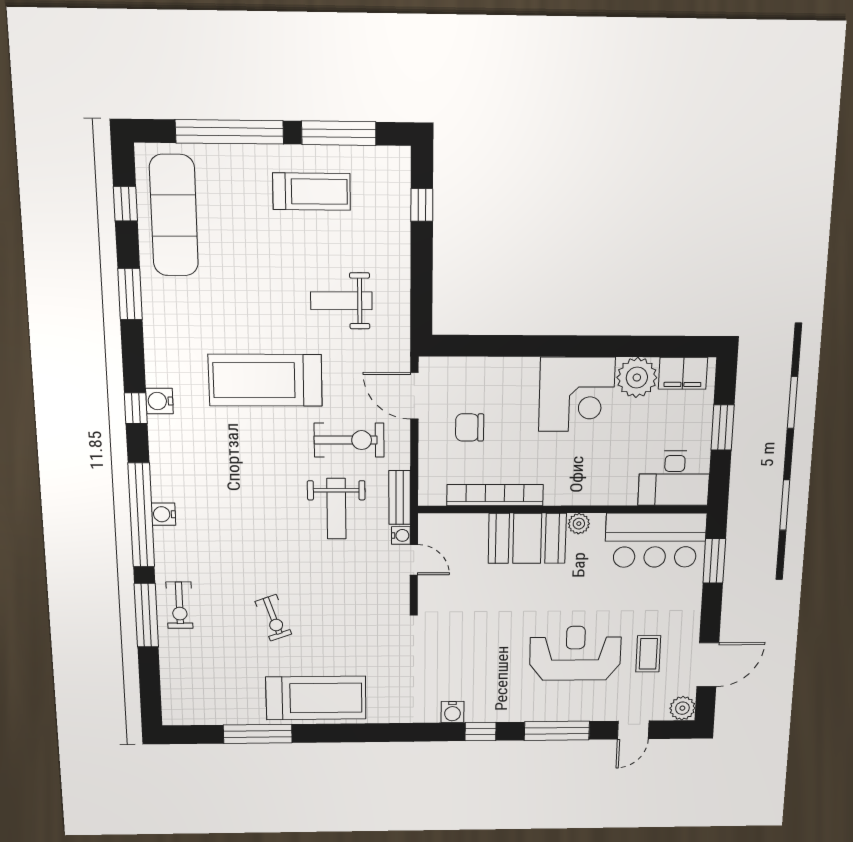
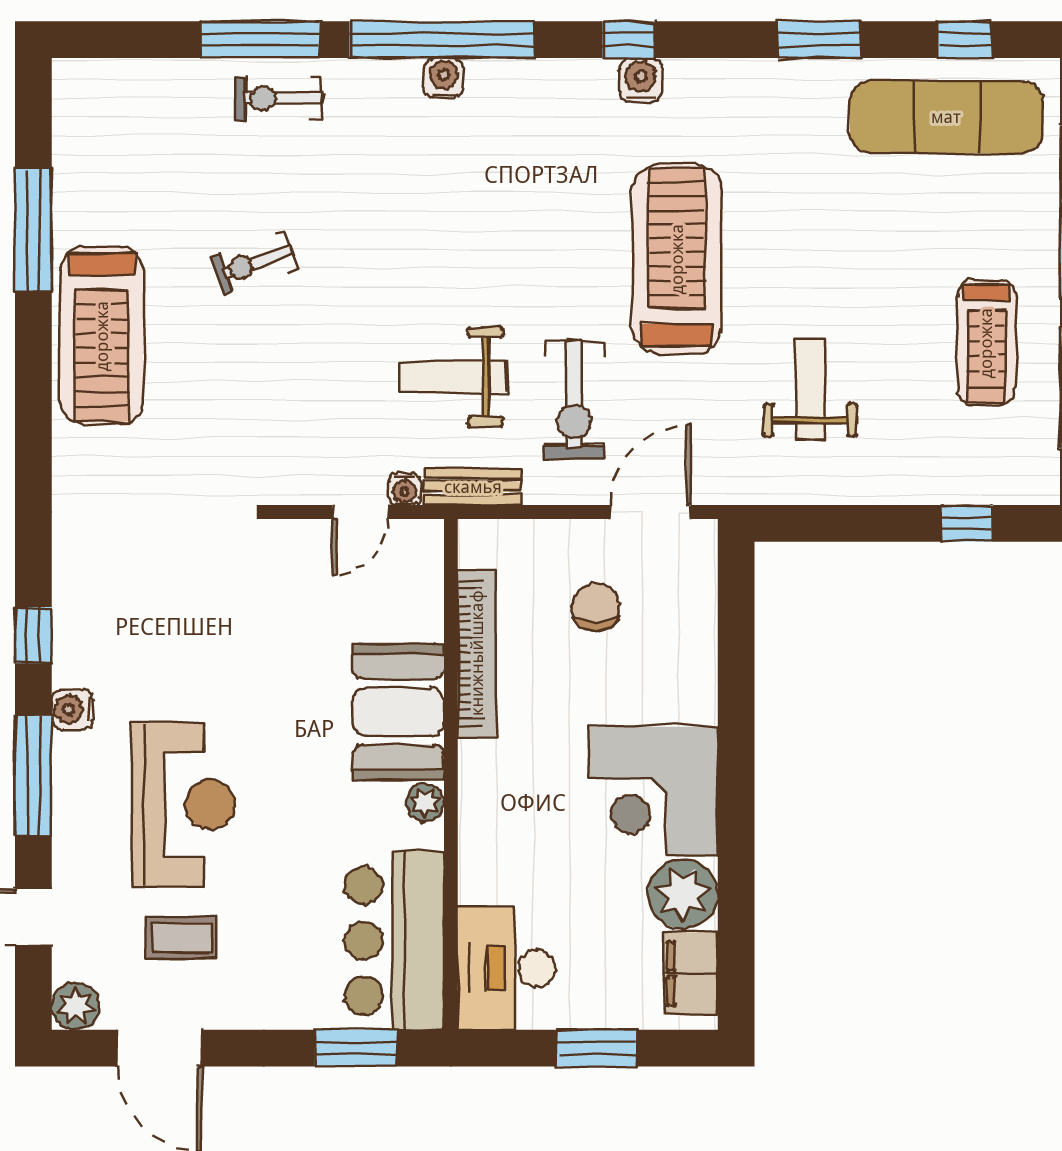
water cooler: (452, 712) -> (72, 709), moved

